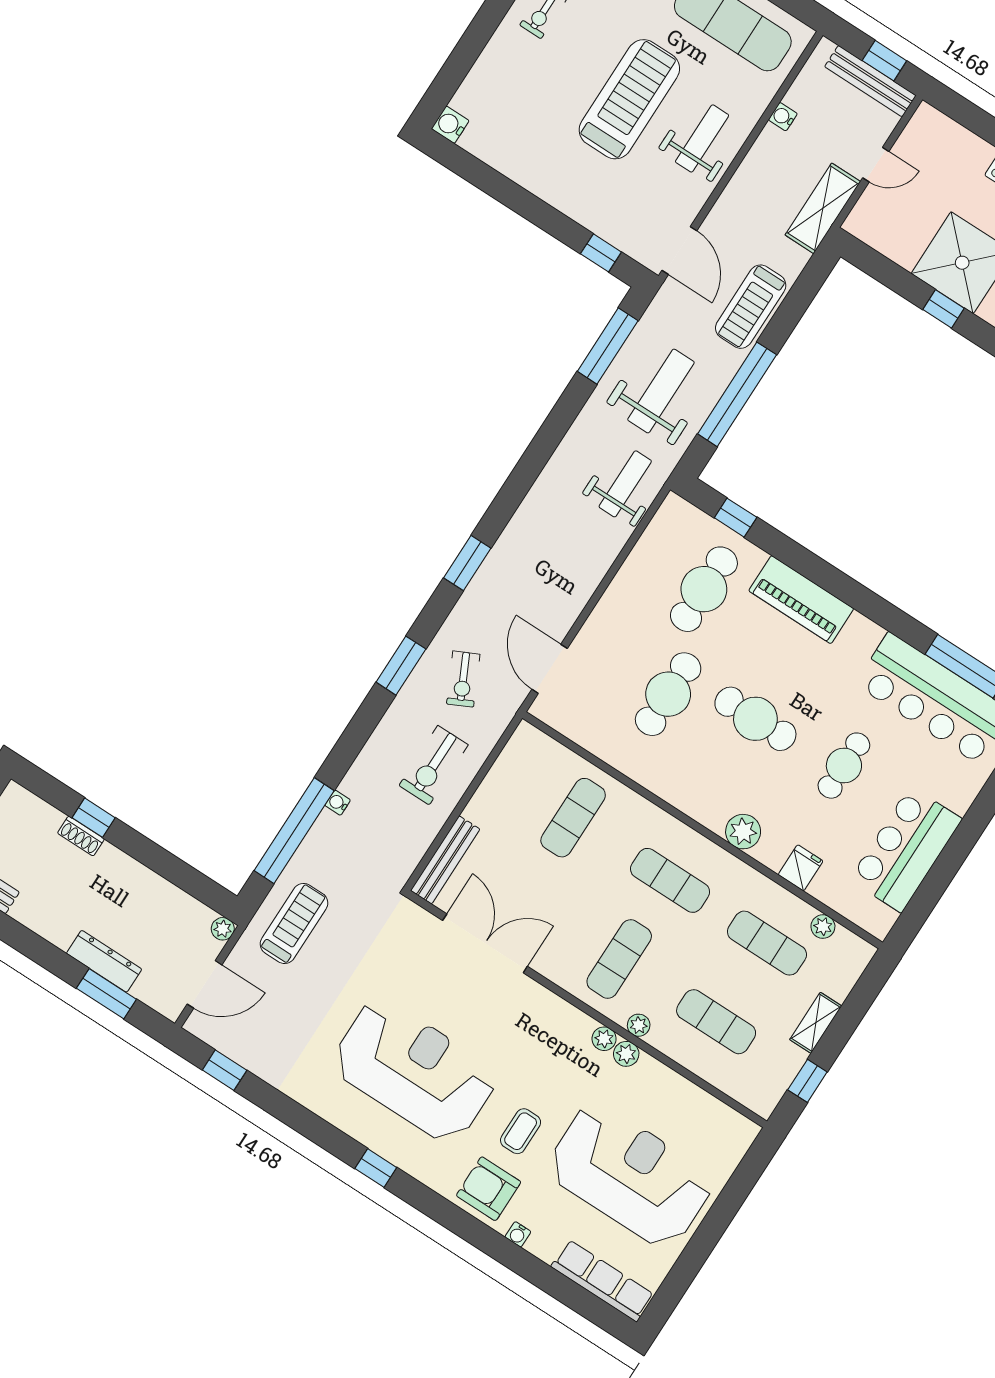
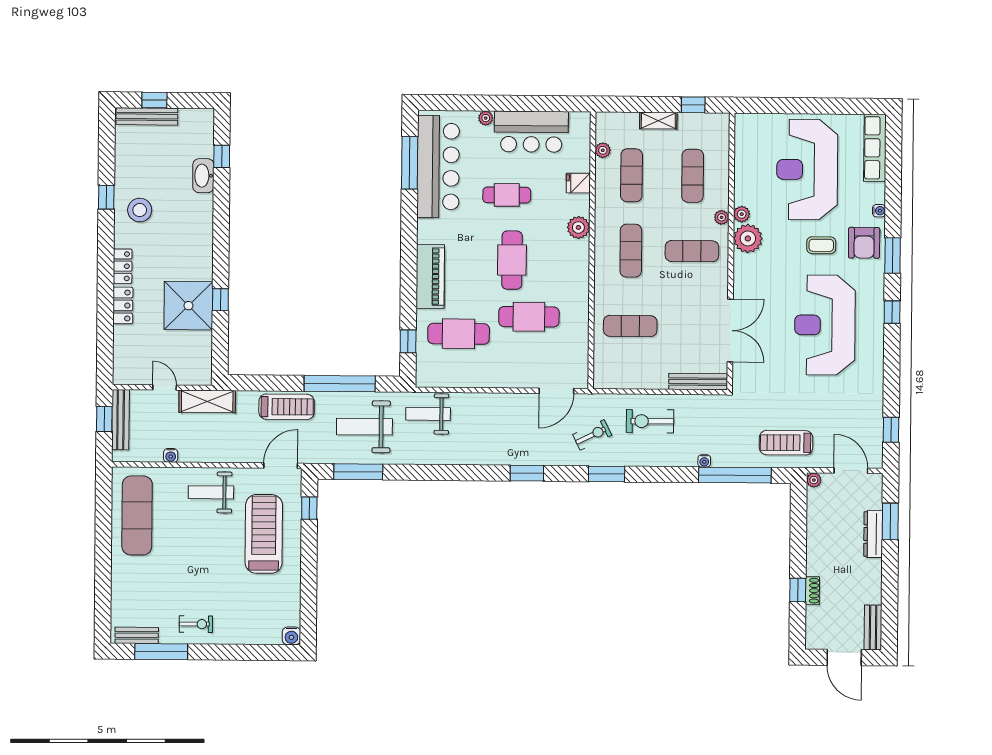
treadmill: (629, 99) -> (264, 534), moved, turned 90
exercise bike: (434, 765) -> (650, 421), turned 180
plant: (961, 801) -> (486, 118), added
double door: (485, 943) -> (730, 330), swing flipped
plant: (604, 1039) -> (748, 238), width x1.87, depth x1.87
window: (449, 1215) -> (893, 255), added

